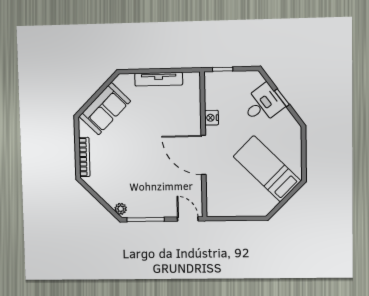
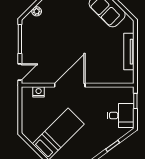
desk: (263, 104) -> (121, 115), moved, turned -54
nightstand: (212, 118) -> (39, 92), moved
plant: (121, 209) -> (37, 11), moved

